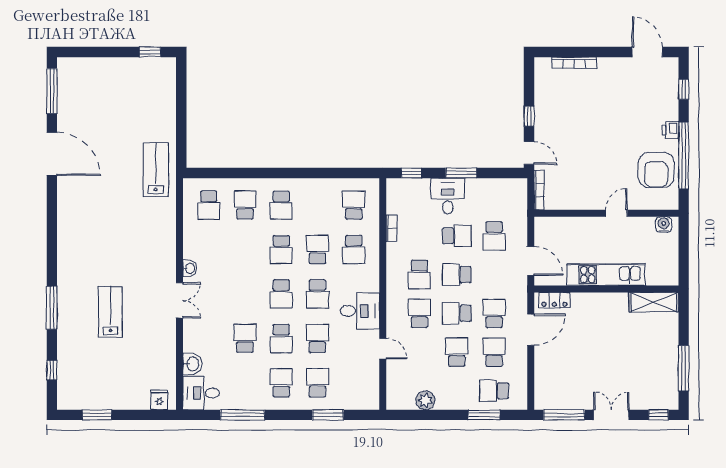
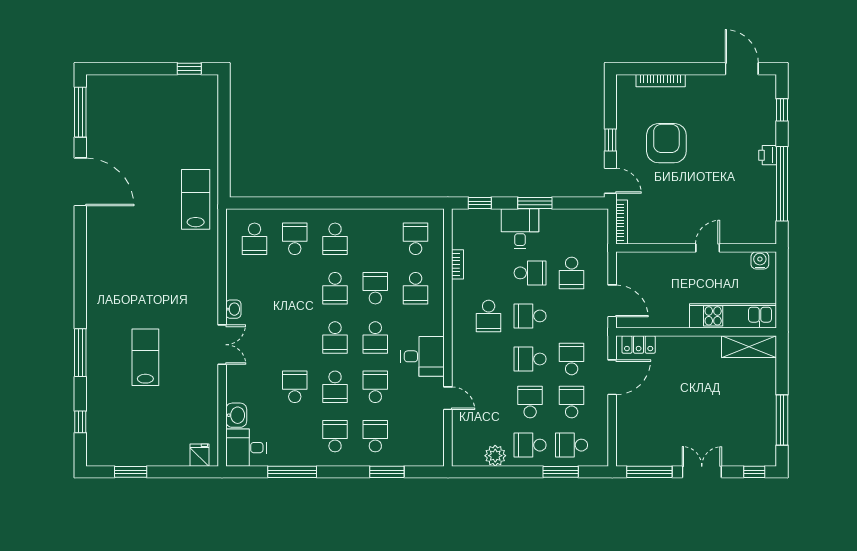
armchair: (656, 170) -> (666, 143), moved, turned 180
kitchen unit: (606, 275) -> (733, 316), moved
school desk: (419, 313) -> (530, 445), moved, turned -90

